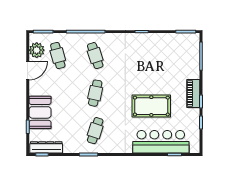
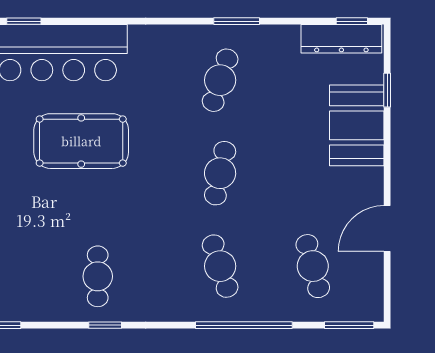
plant: (37, 50) -> (365, 279), removed
cafe table: (145, 51) -> (98, 276), added

